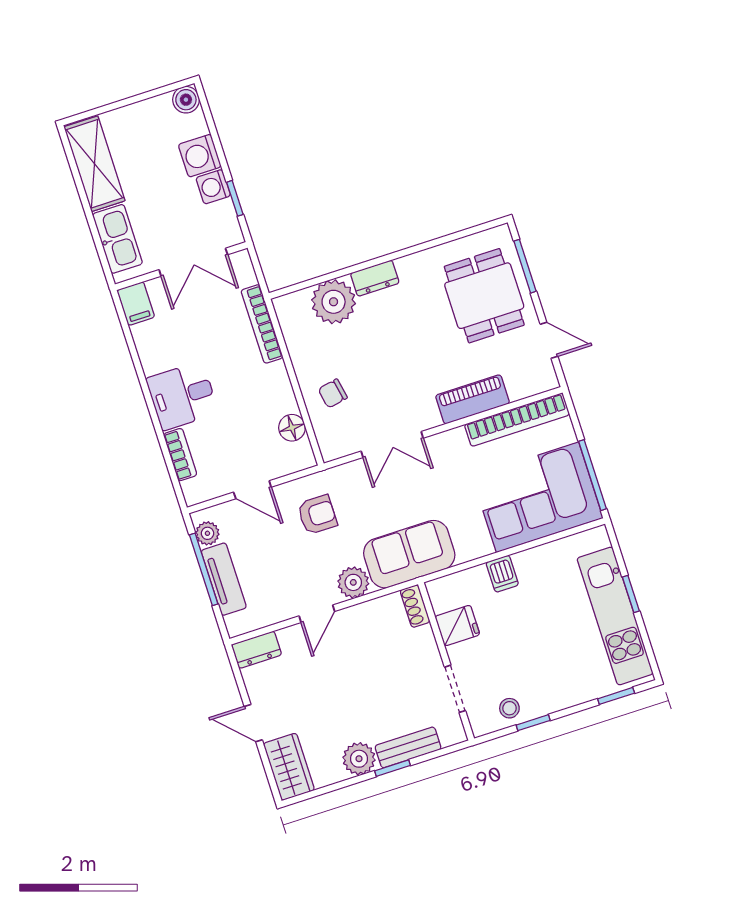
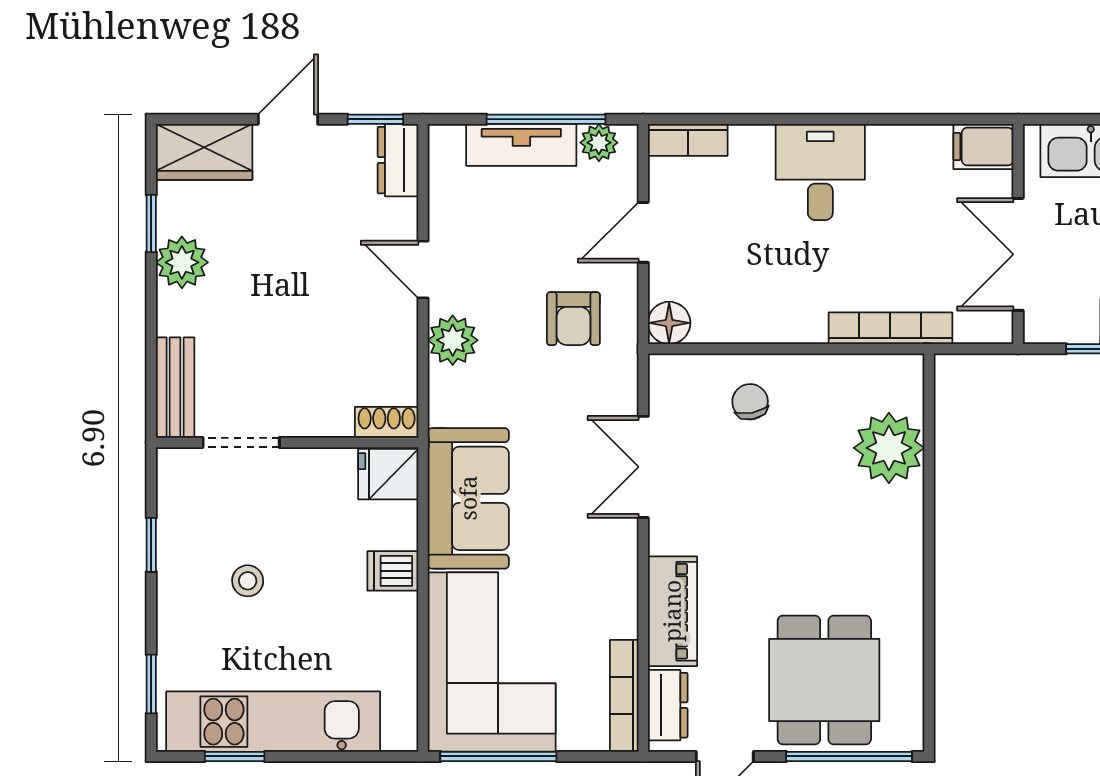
window: (525, 266) -> (849, 756), width x1.44
dresser: (375, 278) -> (668, 705), moved, turned 180
dining table: (484, 296) -> (824, 680), turned 90
bookcase: (517, 420) -> (624, 696), width x0.68, depth x0.76
floor lamp: (292, 428) -> (669, 323), moved
bookcase: (180, 455) -> (688, 140), moved
sofa: (409, 554) -> (468, 498), moved
window: (631, 594) -> (235, 756), moved
fridge: (457, 626) -> (388, 474), moved, turned 90
window: (237, 671) -> (375, 119), added
stool: (509, 708) -> (248, 581), moved
bench: (408, 747) -> (175, 388), moved
window: (392, 768) -> (151, 223), moved

